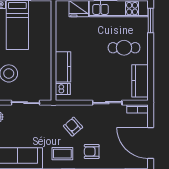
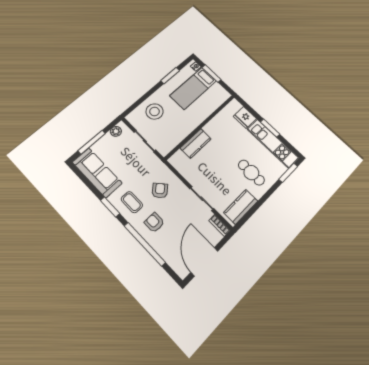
dishwasher: (63, 89) -> (180, 158), removed

